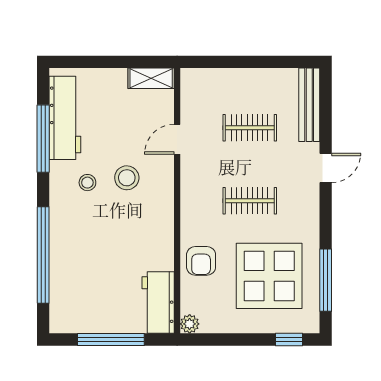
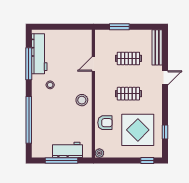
window: (231, 62) -> (119, 27), added
shelving: (151, 78) -> (81, 35), removed
stool: (127, 178) -> (82, 100), moved
armchair: (201, 261) -> (105, 123), turned -90
window: (326, 280) -> (165, 132), width x0.46
workbench: (158, 303) -> (67, 150), moved, turned 90

